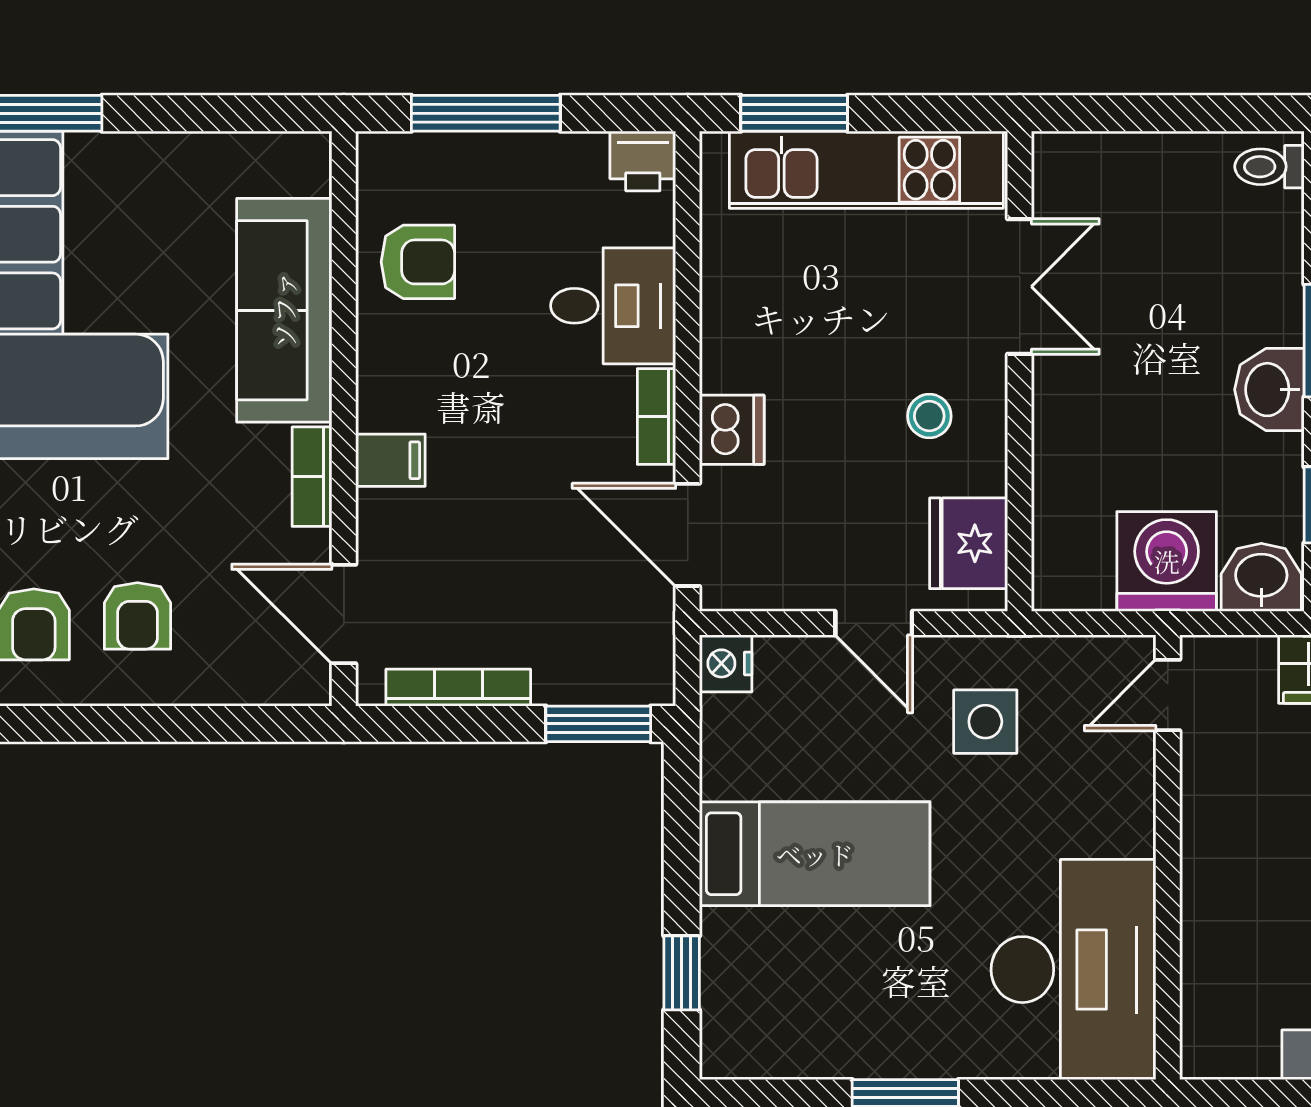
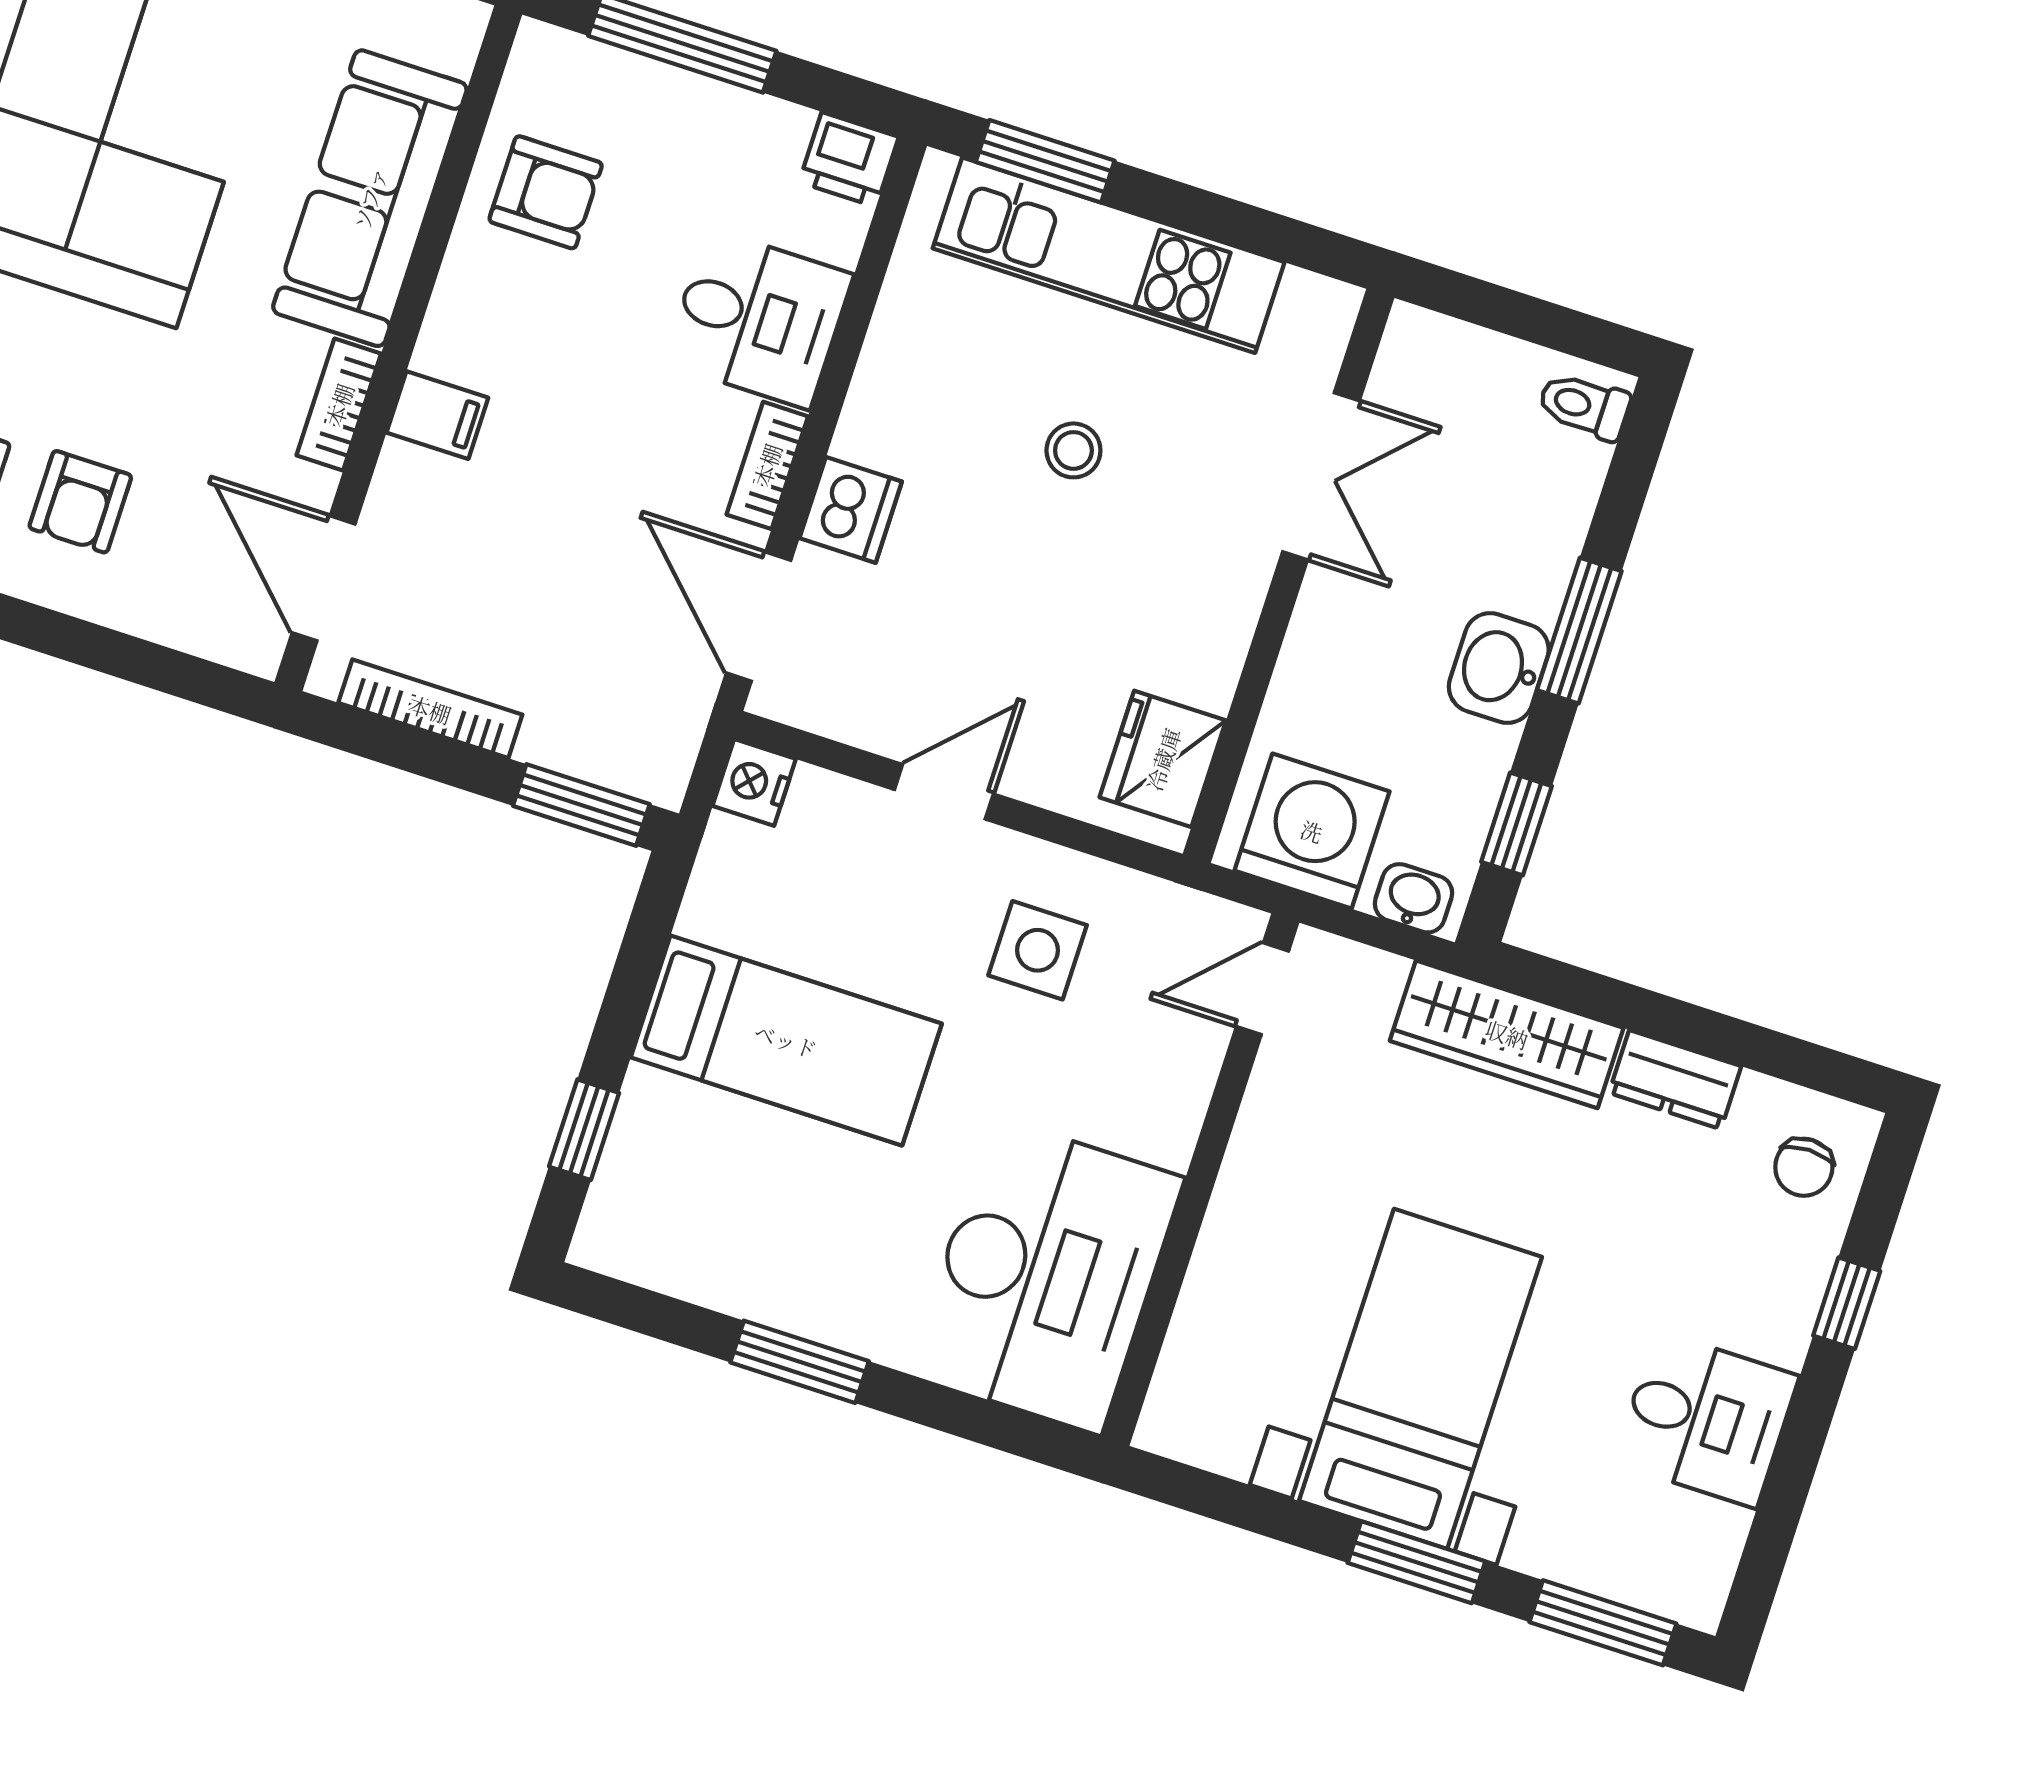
double door: (1020, 287) -> (1321, 476), moved
wall: (1020, 371) -> (1289, 576), moved
stool: (929, 416) -> (1073, 450), moved
fridge: (969, 543) -> (1163, 759), moved
washbasin: (1261, 577) -> (1413, 898), width x0.72, depth x0.69
door: (874, 623) -> (944, 792), swing flipped

